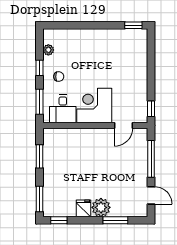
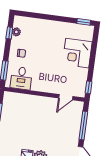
window: (40, 68) -> (9, 33), moved
corner desk: (94, 105) -> (77, 53), moved, turned -90

